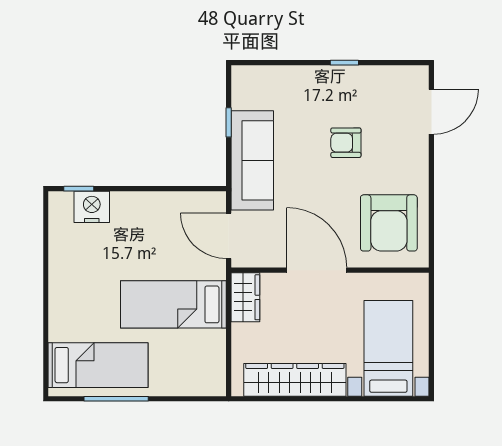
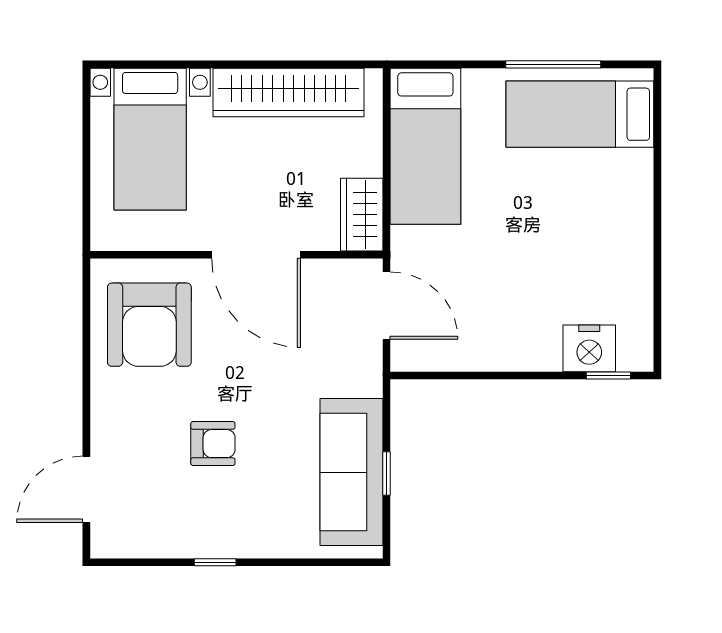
sofa: (252, 160) -> (352, 472), moved
armchair: (389, 223) -> (149, 325), turned 180
bed: (173, 304) -> (425, 146), moved, turned 90

